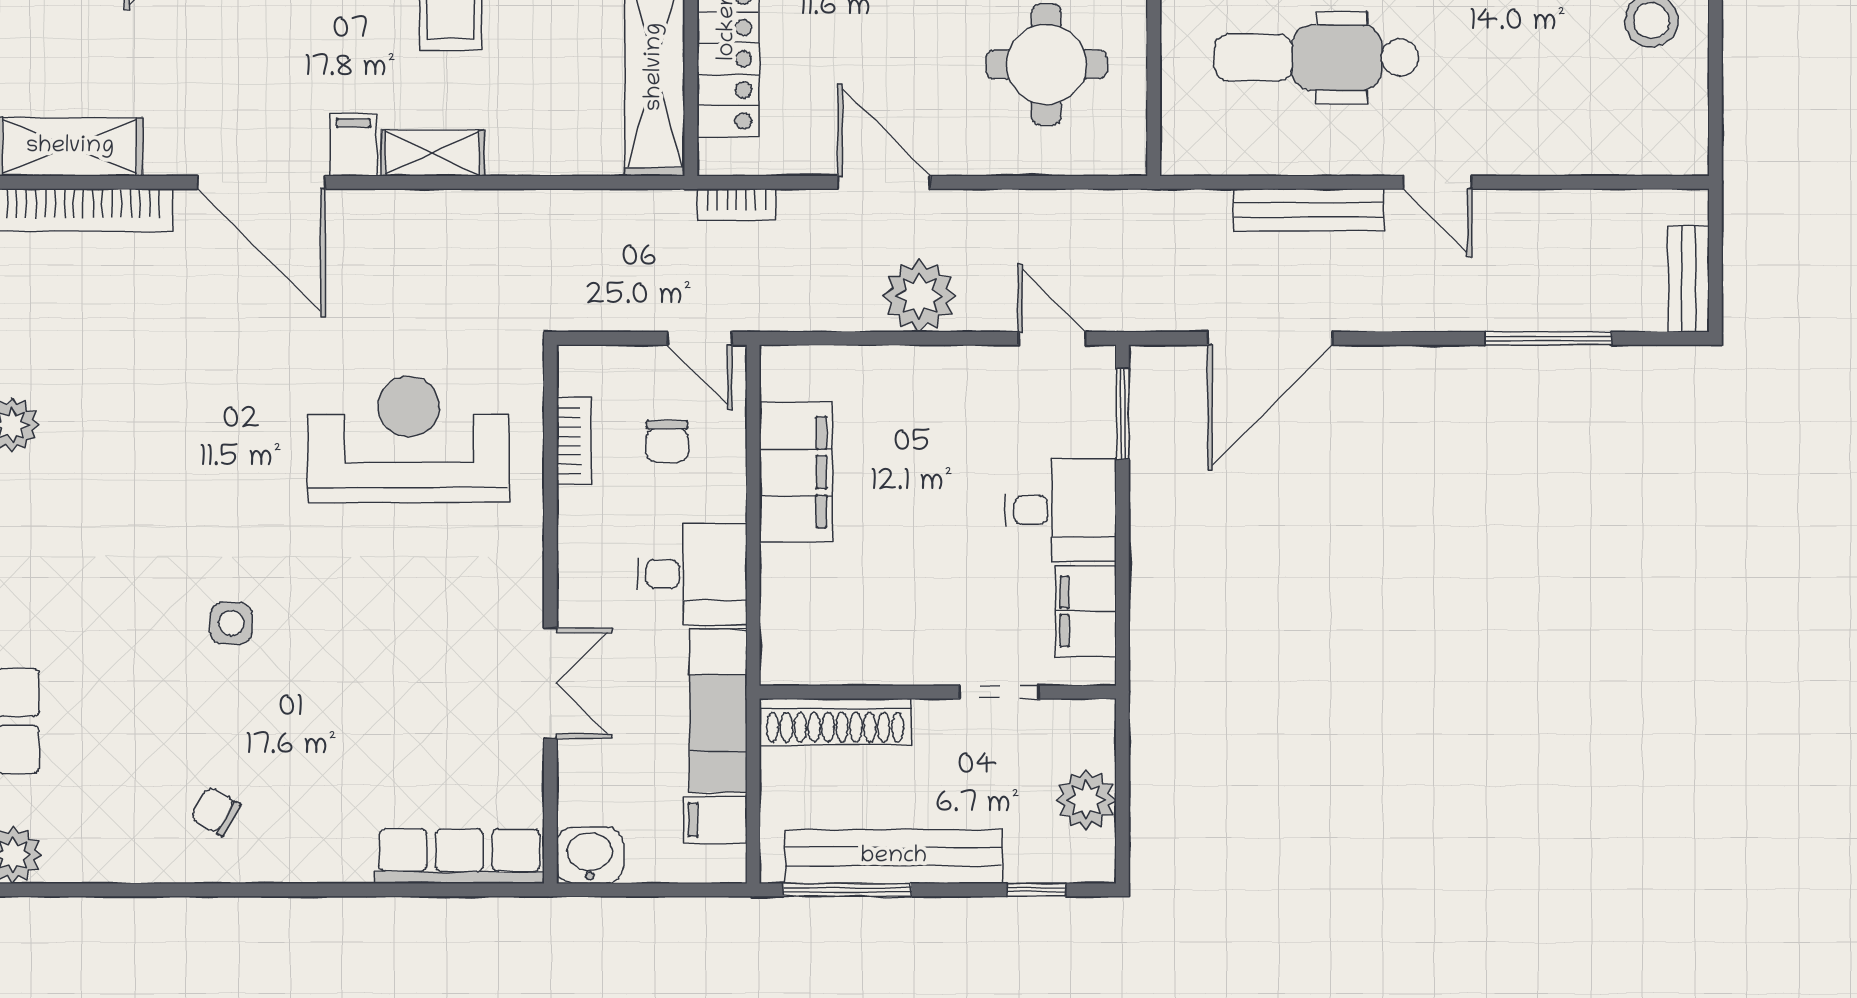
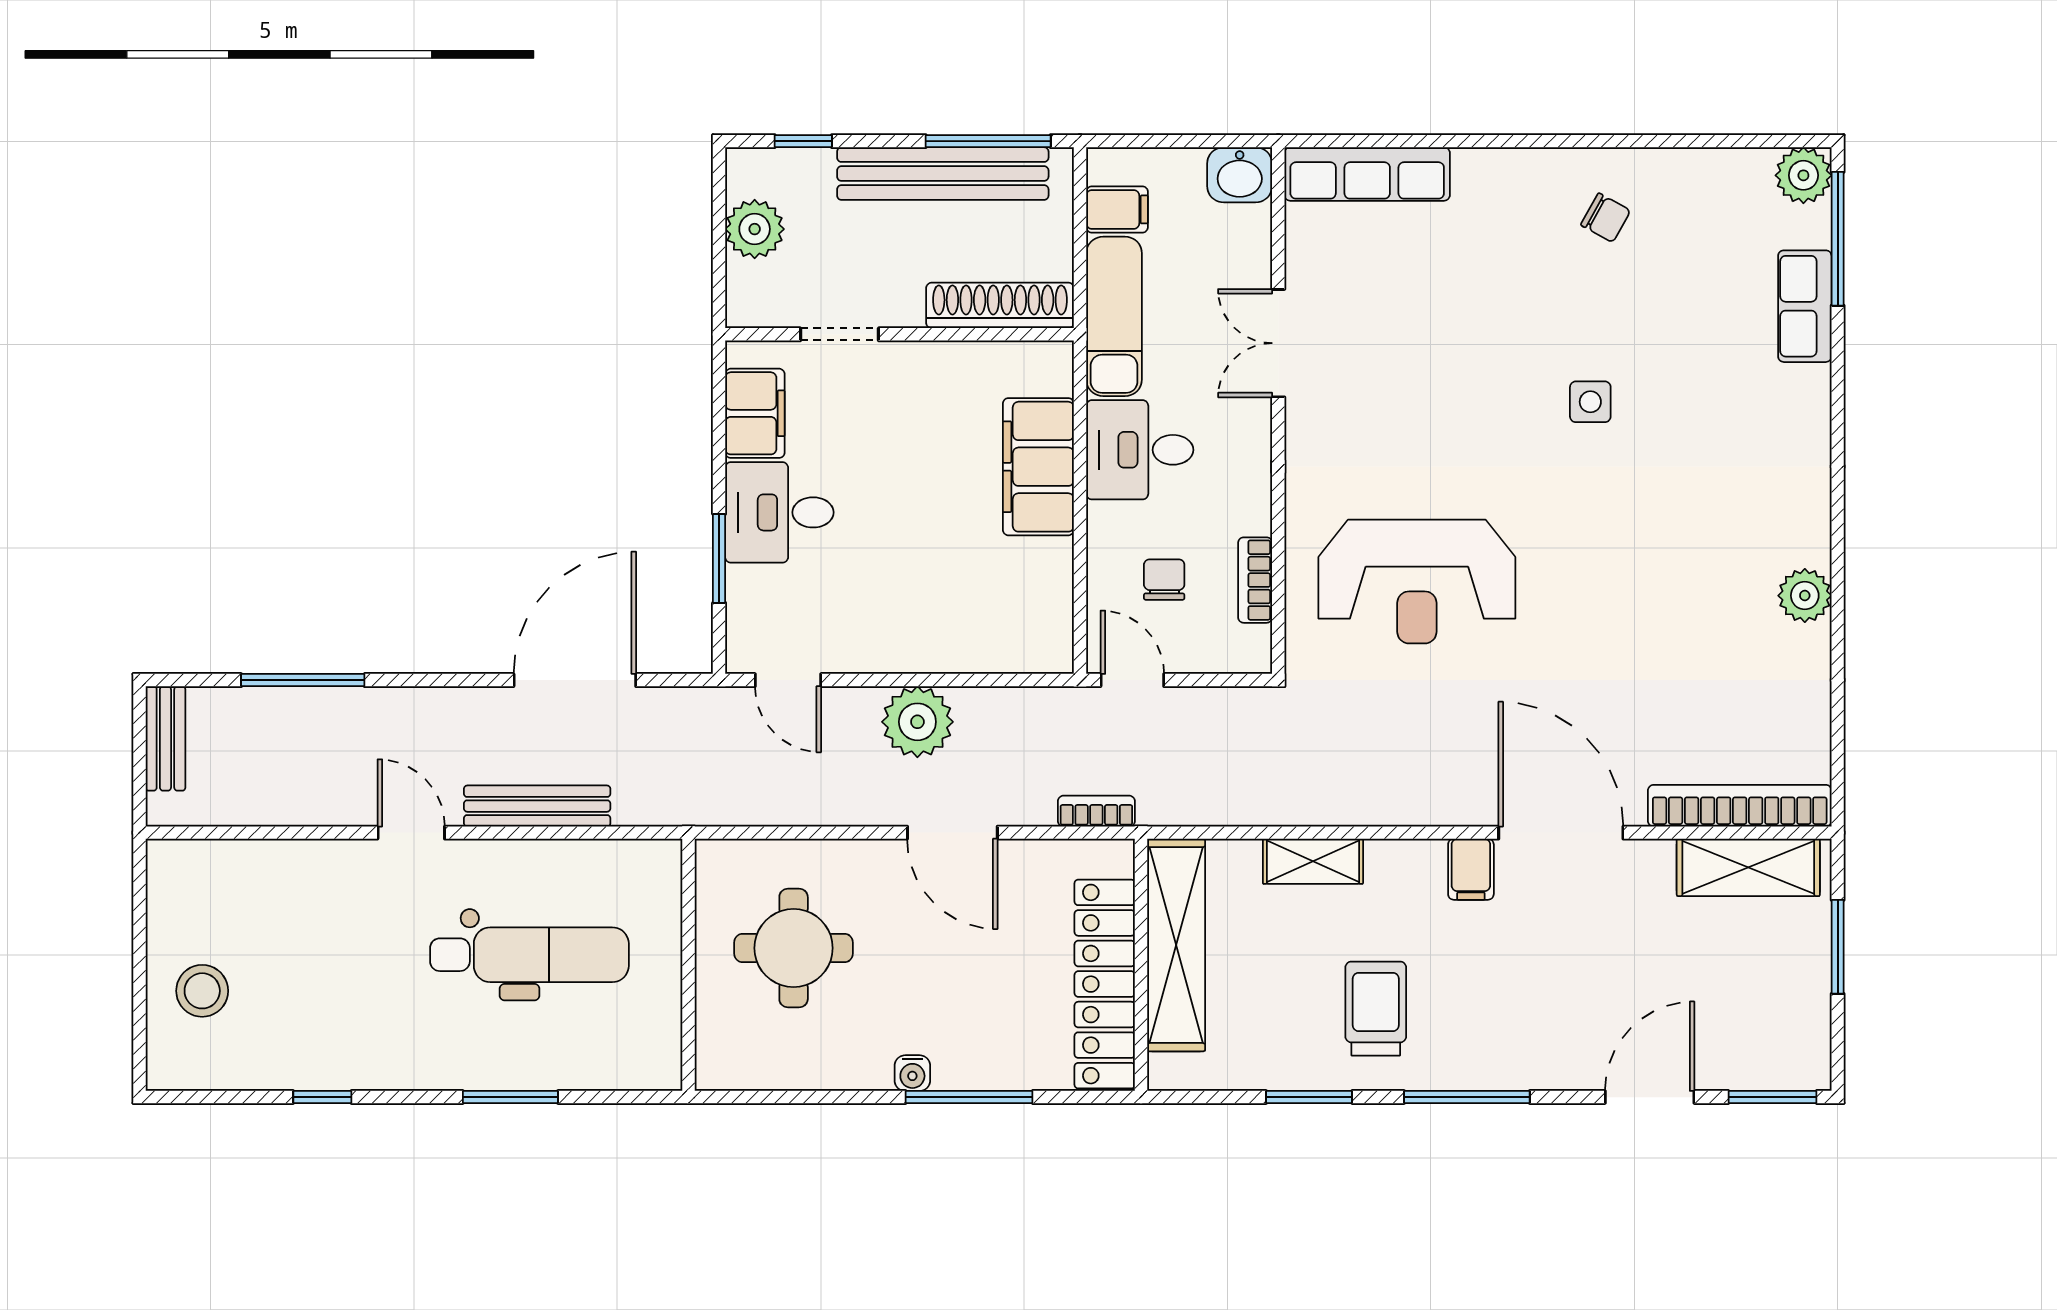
shelving: (432, 153) -> (1313, 861), moved
window: (1122, 414) -> (719, 558), moved
filing cabinet: (796, 472) -> (1038, 467), moved

